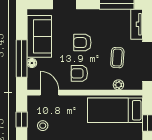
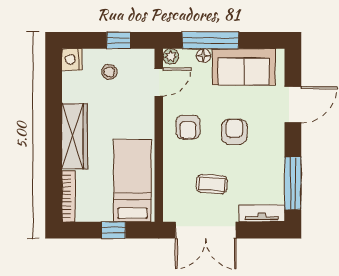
armchair: (79, 73) -> (188, 127), turned 180
plant: (118, 85) -> (171, 56), moved

